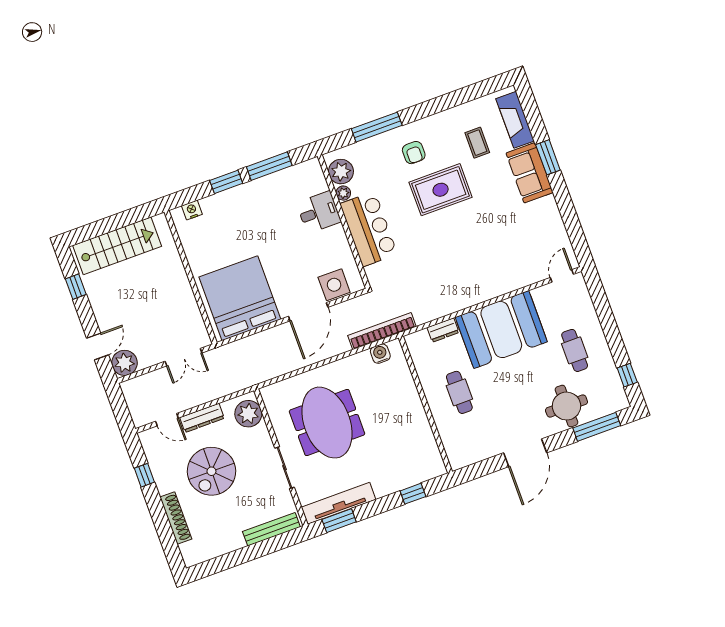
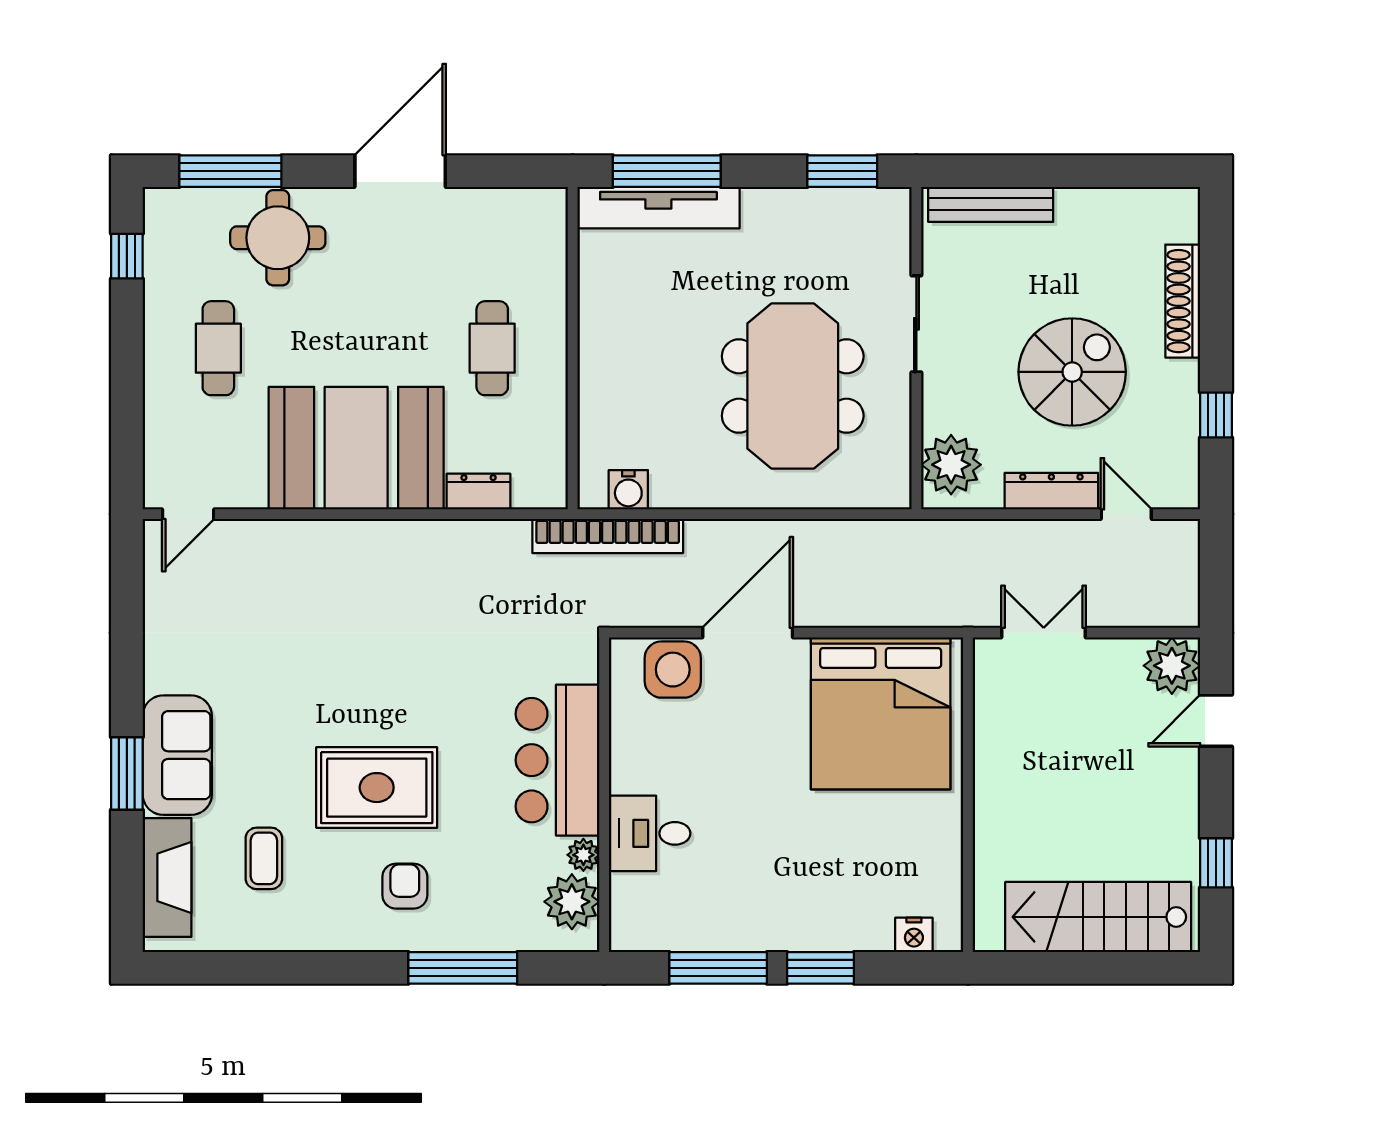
window: (413, 494) -> (667, 171), width x2.17
tv unit: (339, 503) -> (658, 208), moved

